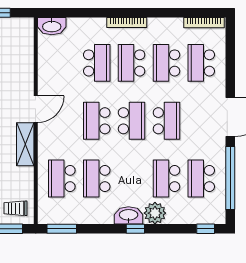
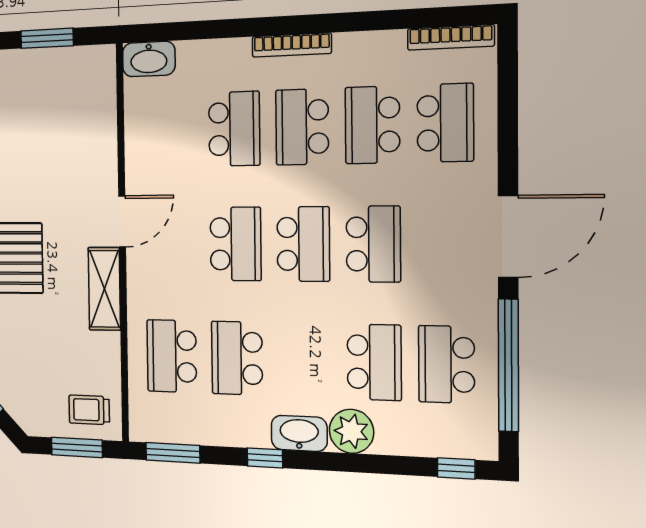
school desk: (201, 63) -> (445, 123), turned 180
school desk: (97, 121) -> (236, 244), turned 180
school desk: (166, 178) -> (374, 362), turned 180
window: (135, 229) -> (265, 458), moved

